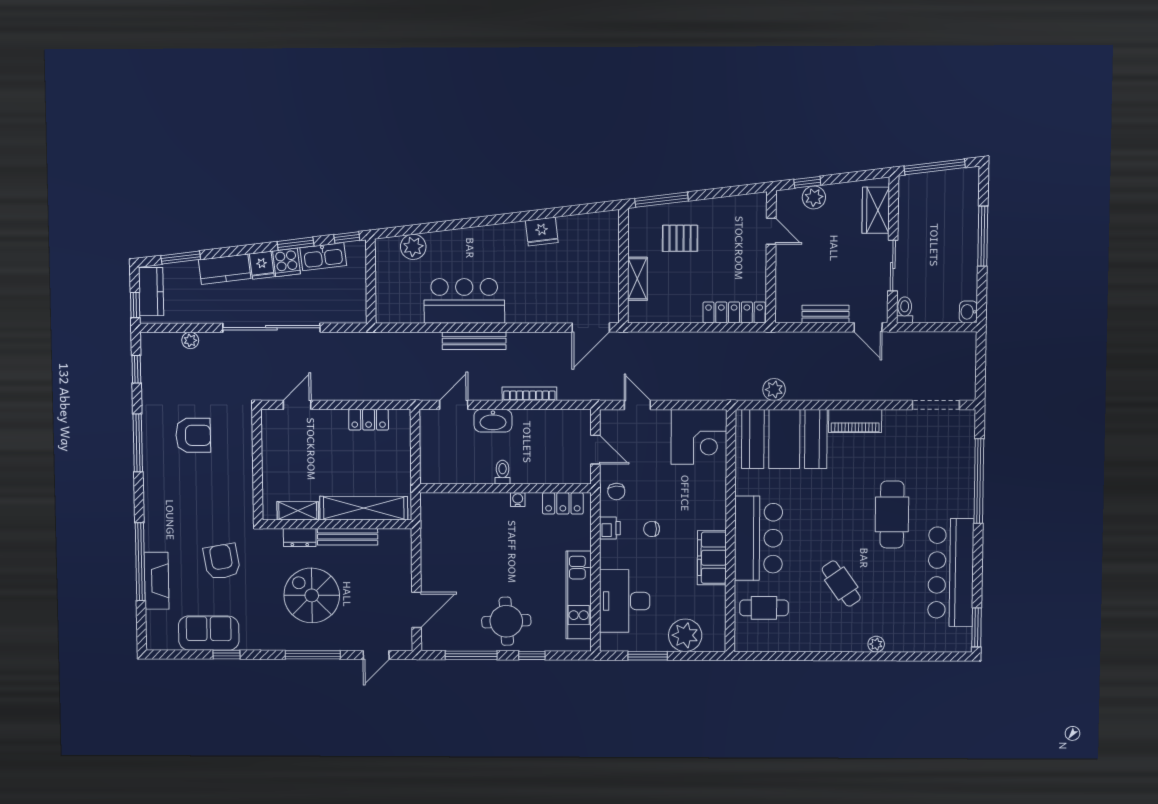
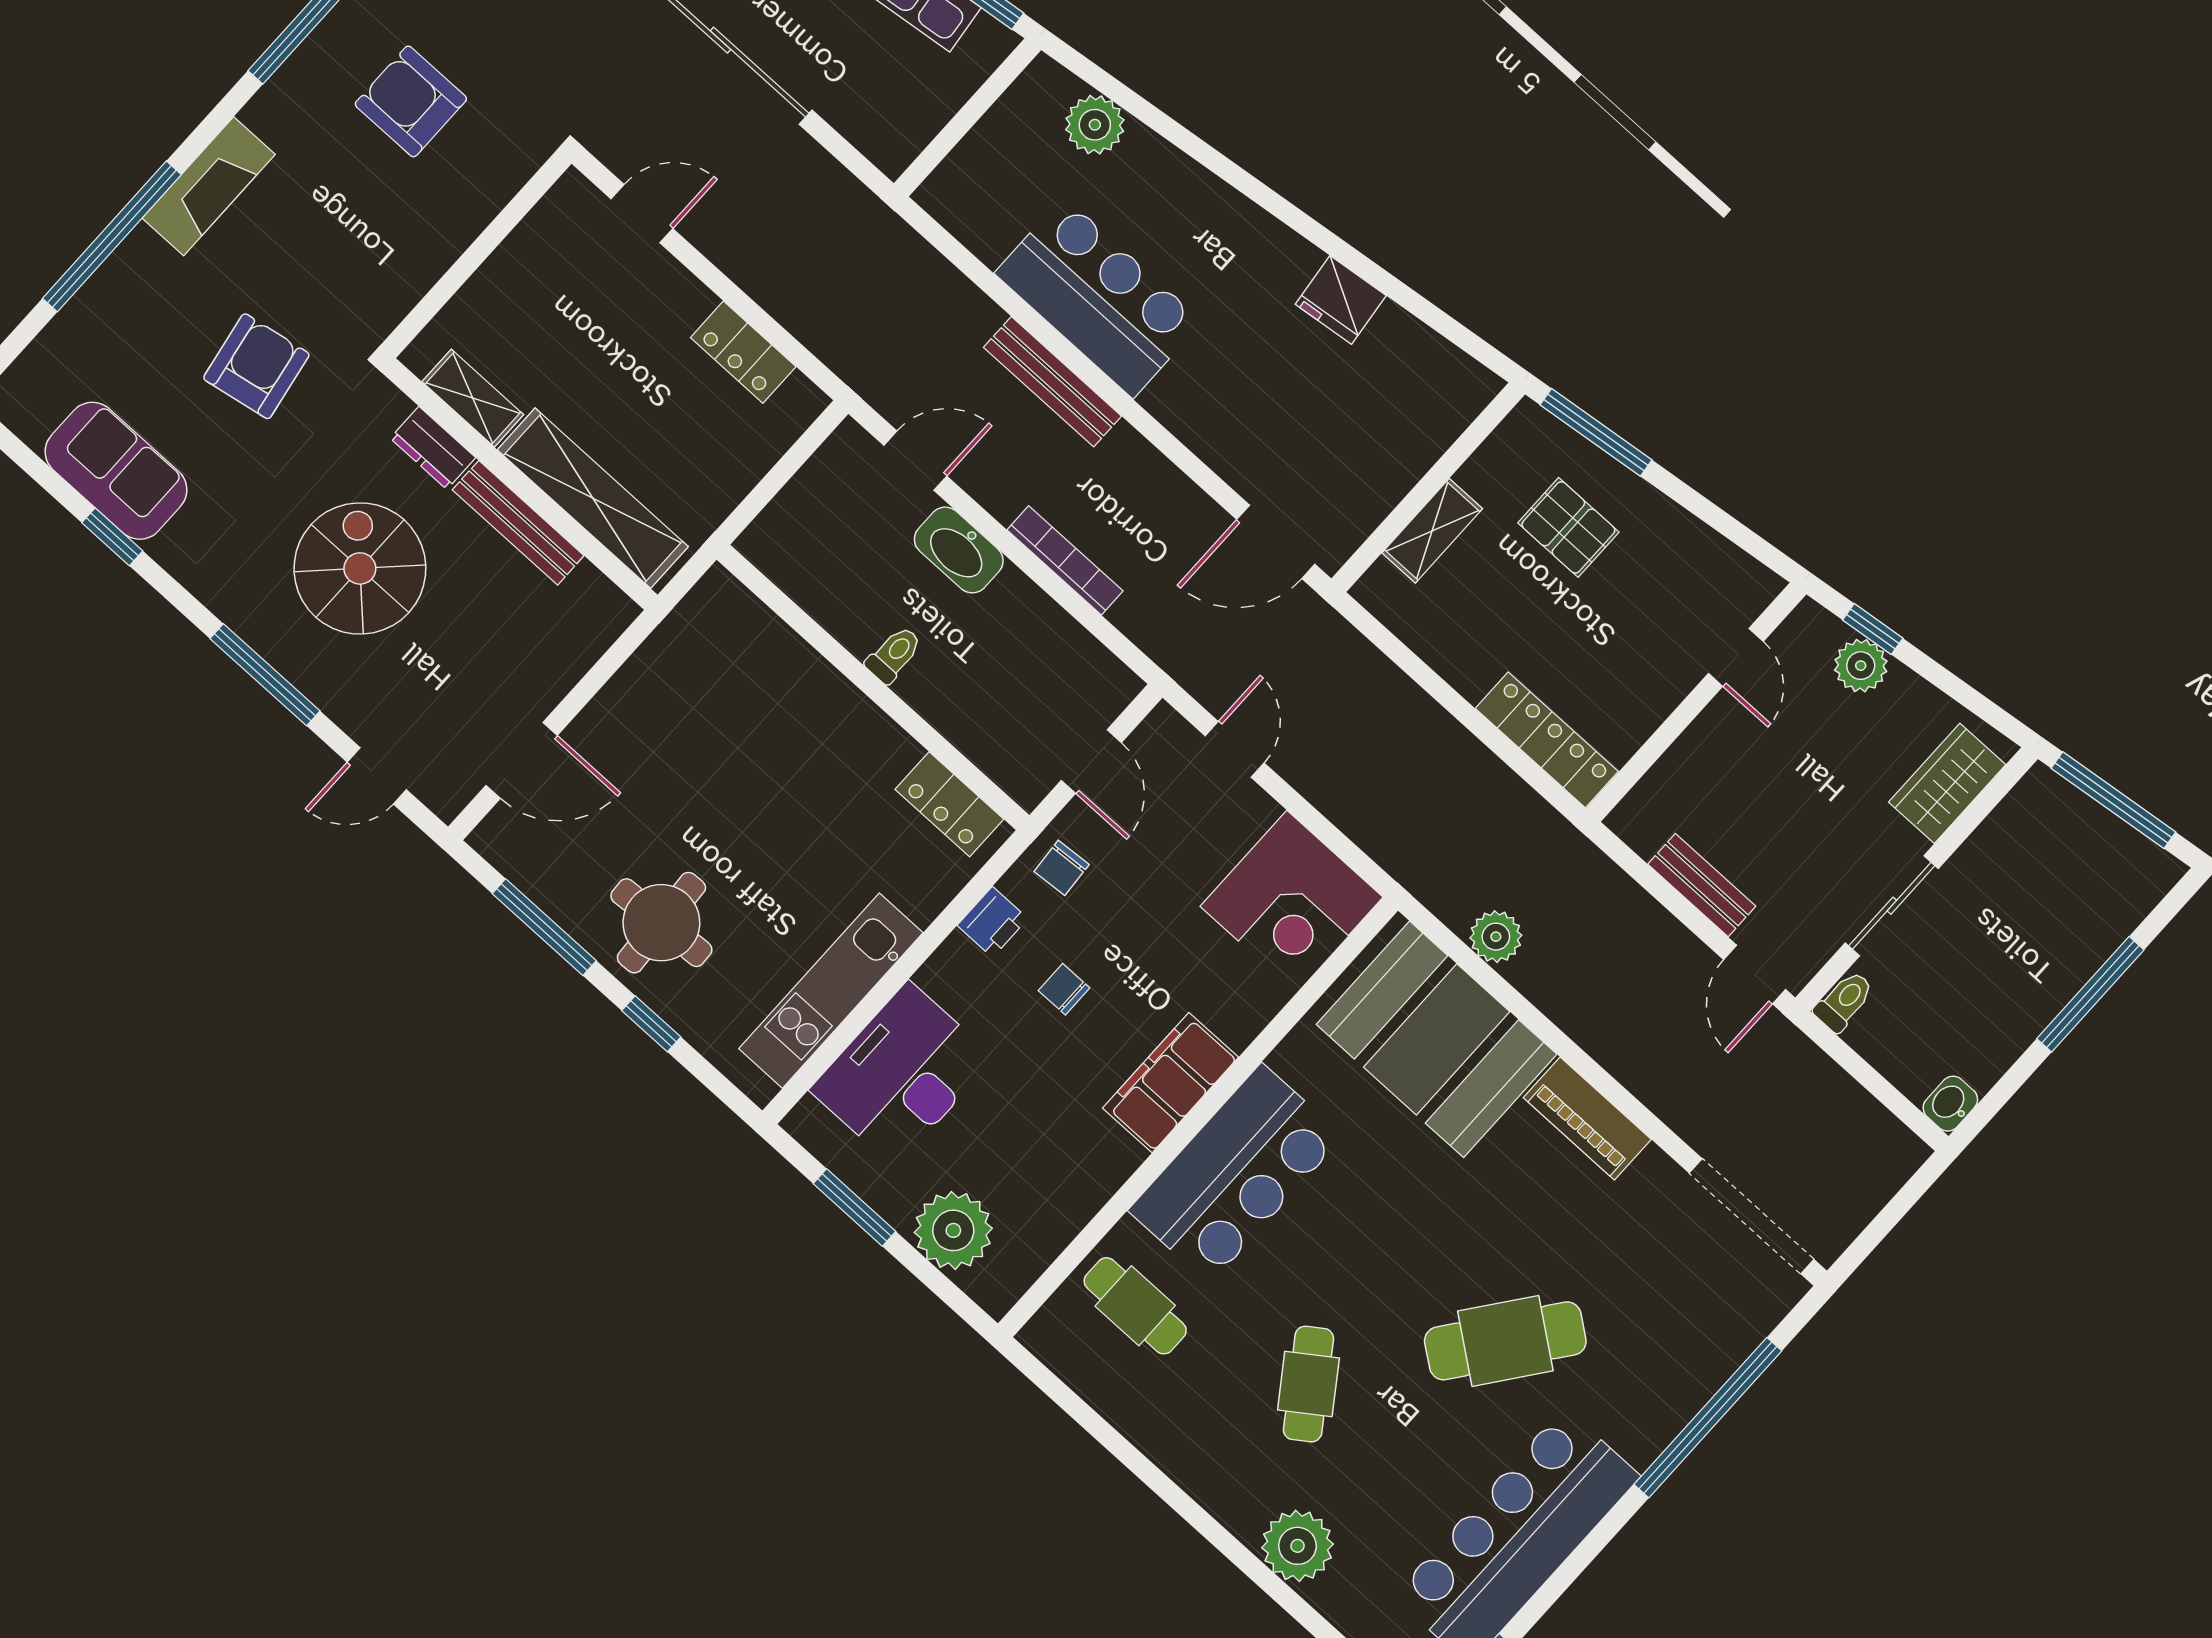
doorway: (936, 405) -> (1751, 1216), width x1.36
armchair: (193, 435) -> (411, 101), turned 180
water cooler: (518, 500) -> (877, 727), removed
cafe table: (892, 514) -> (1505, 1341), turned 37
filing cabinet: (712, 558) -> (1171, 1083), moved
fireplace: (157, 581) -> (209, 186), moved
plant: (876, 644) -> (1298, 1546), width x1.88, depth x1.88

